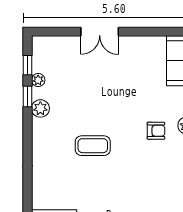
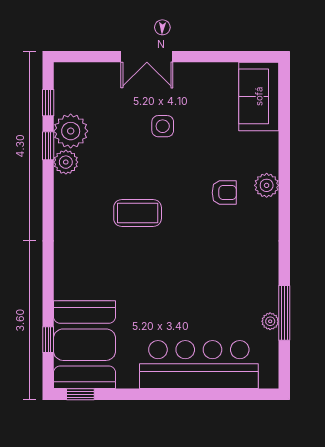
plant: (38, 80) -> (71, 131), width x1.88, depth x1.88
side table: (111, 82) -> (163, 126), added

